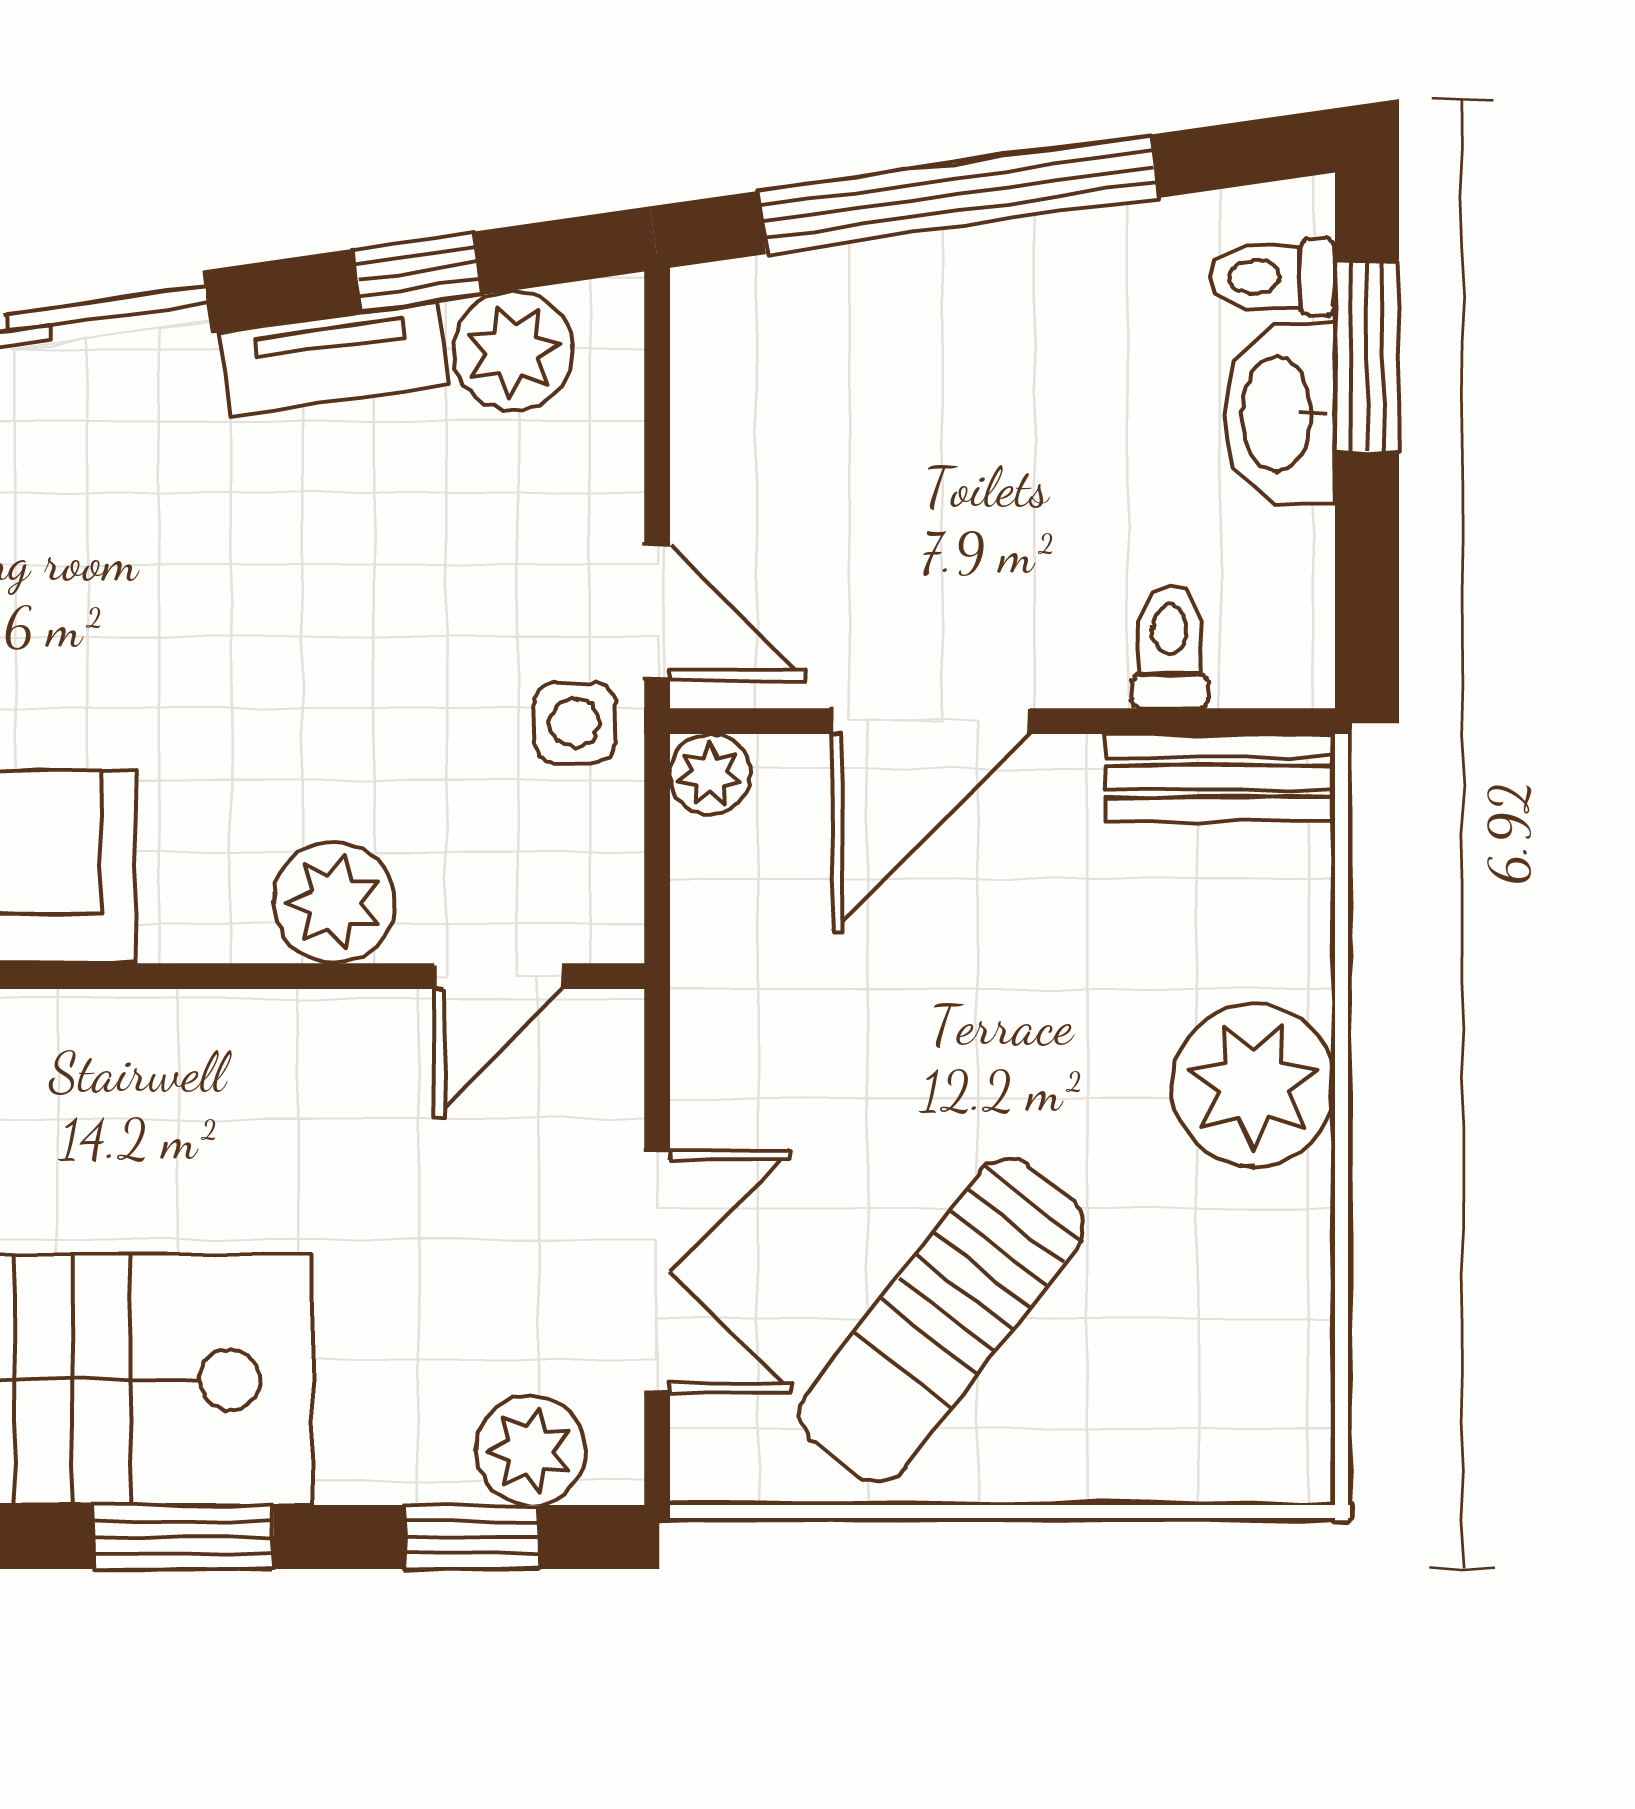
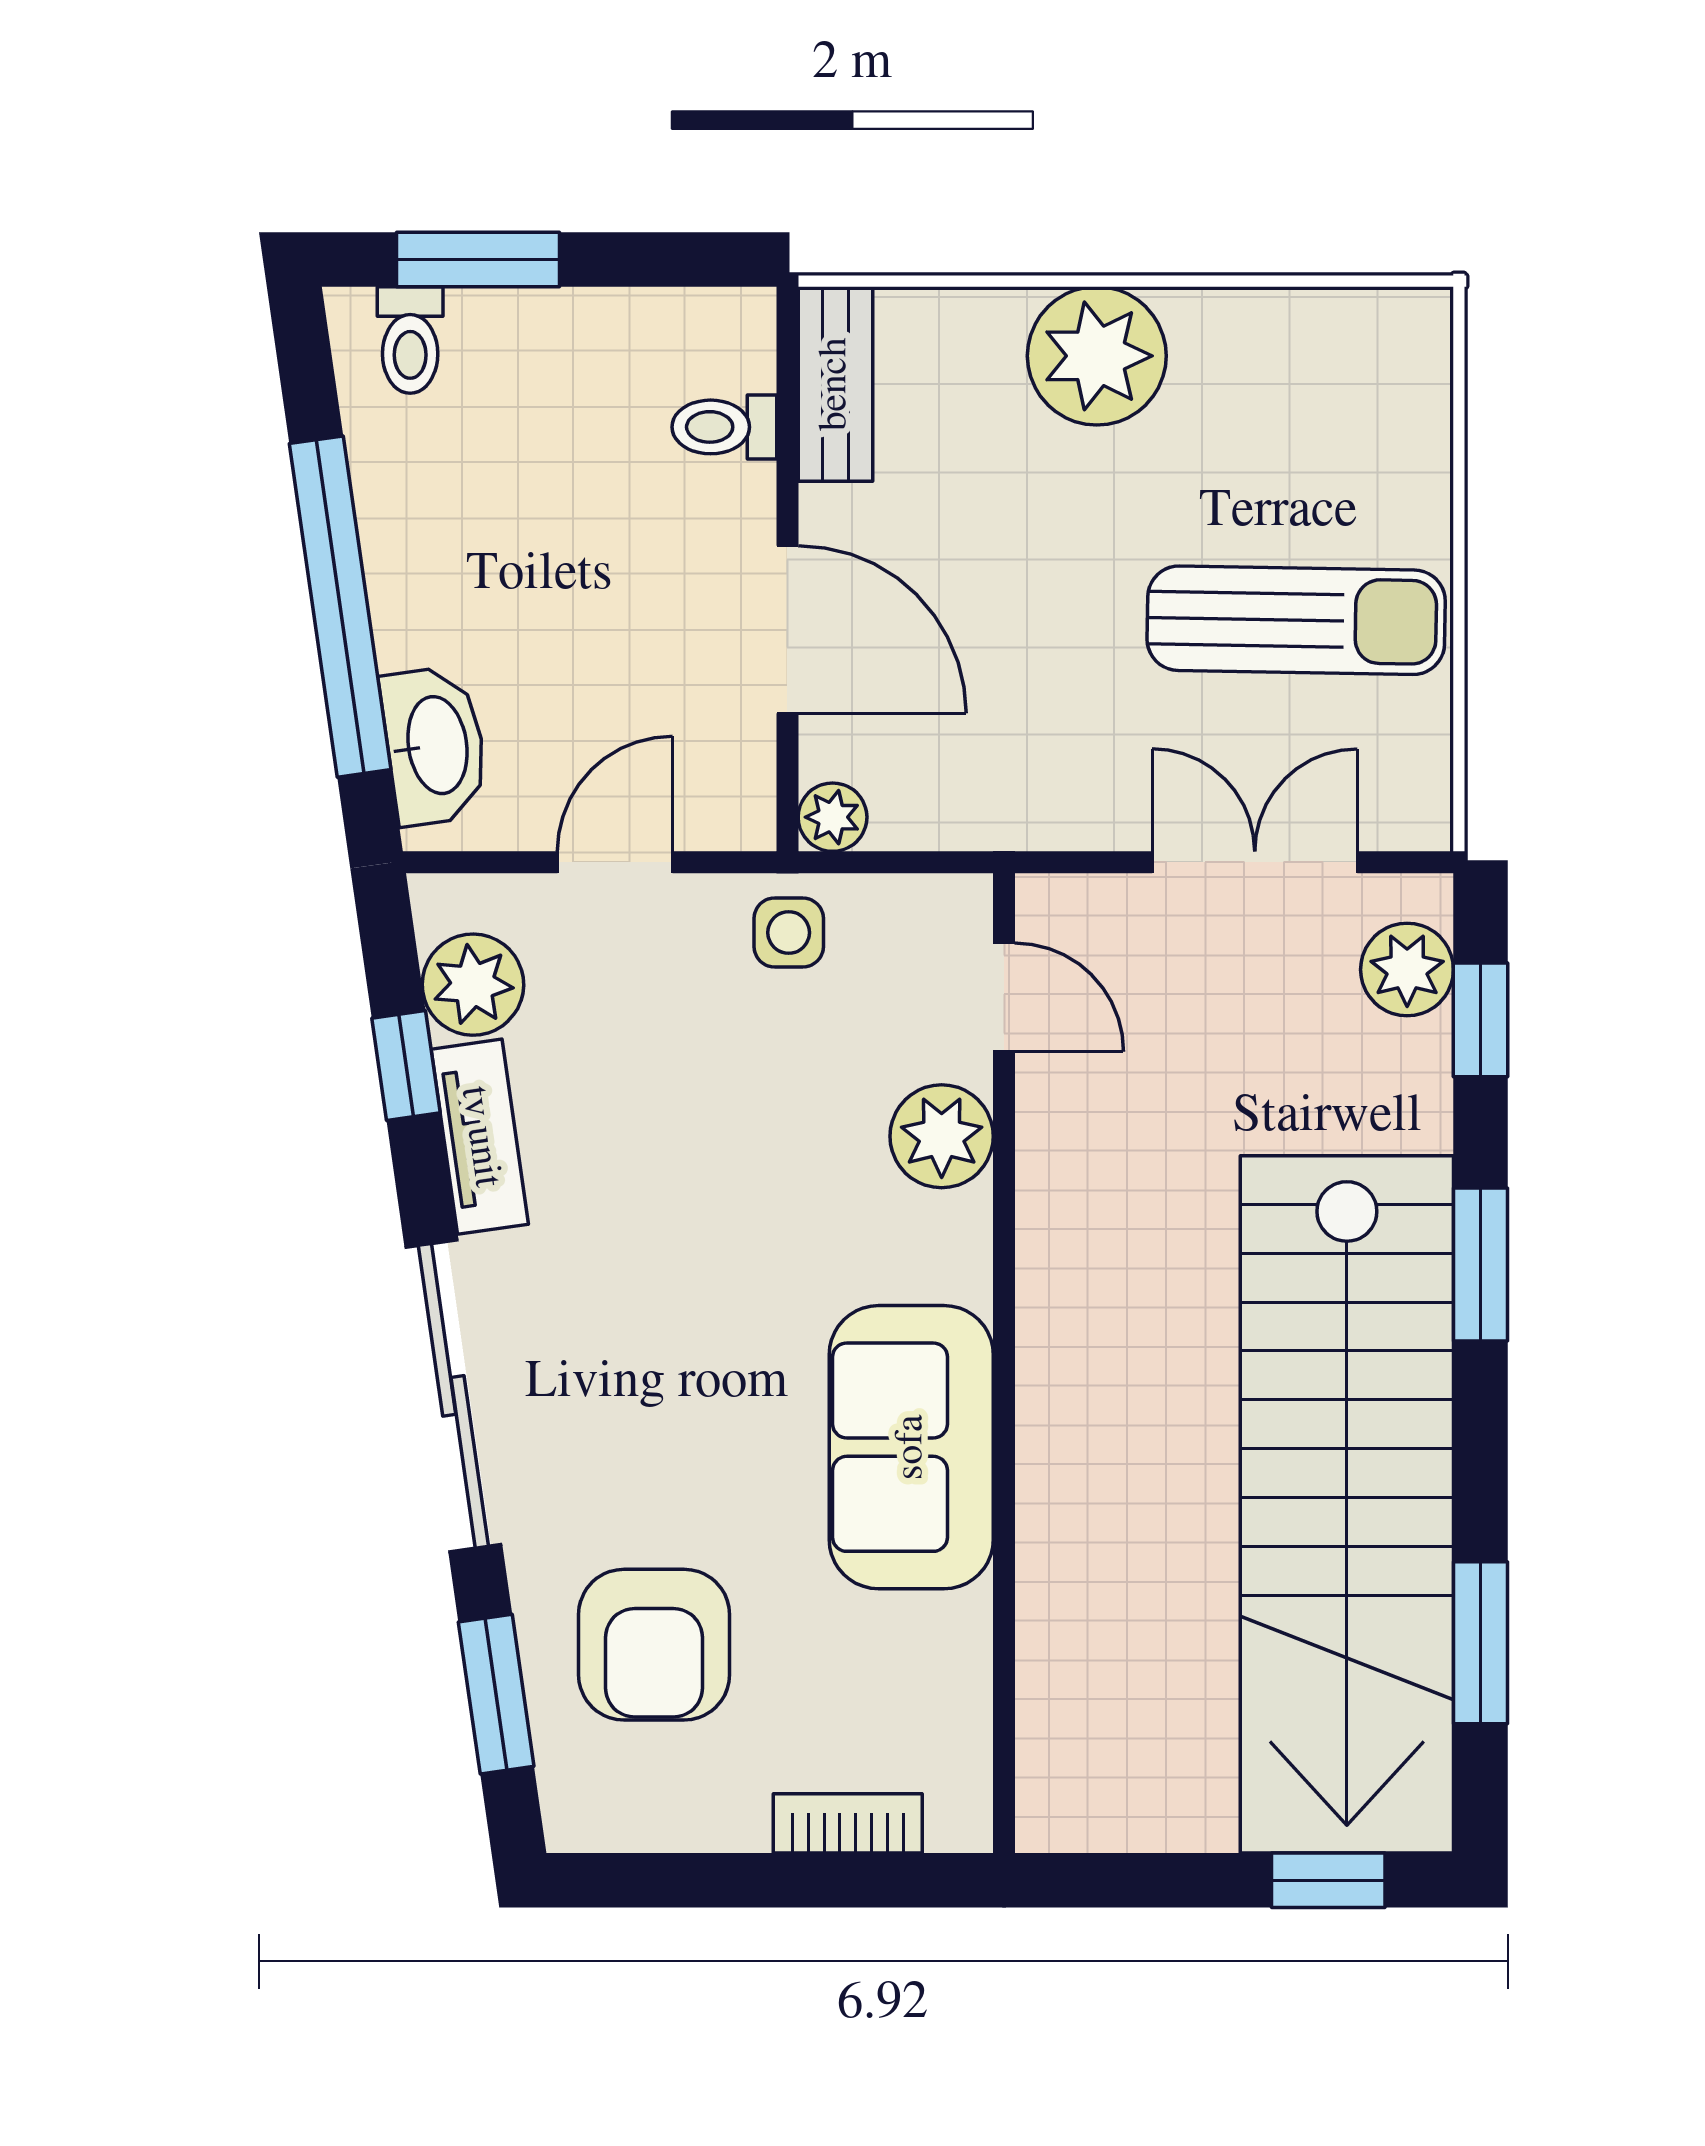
washbasin: (1280, 414) -> (435, 745), moved, turned -98
door: (657, 612) -> (615, 862), moved
sun lounger: (942, 1320) -> (1296, 620), turned -37

